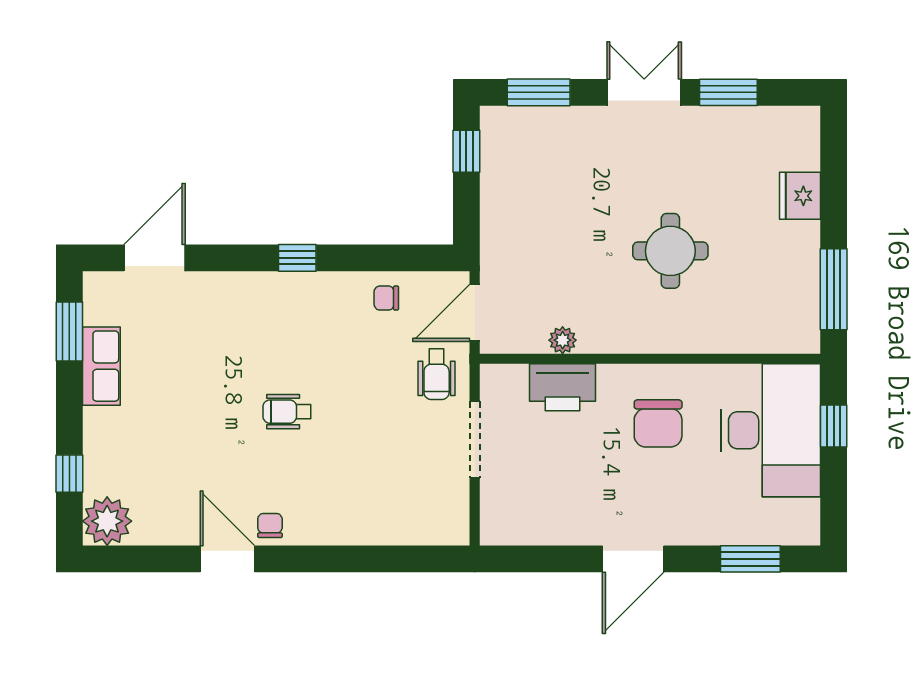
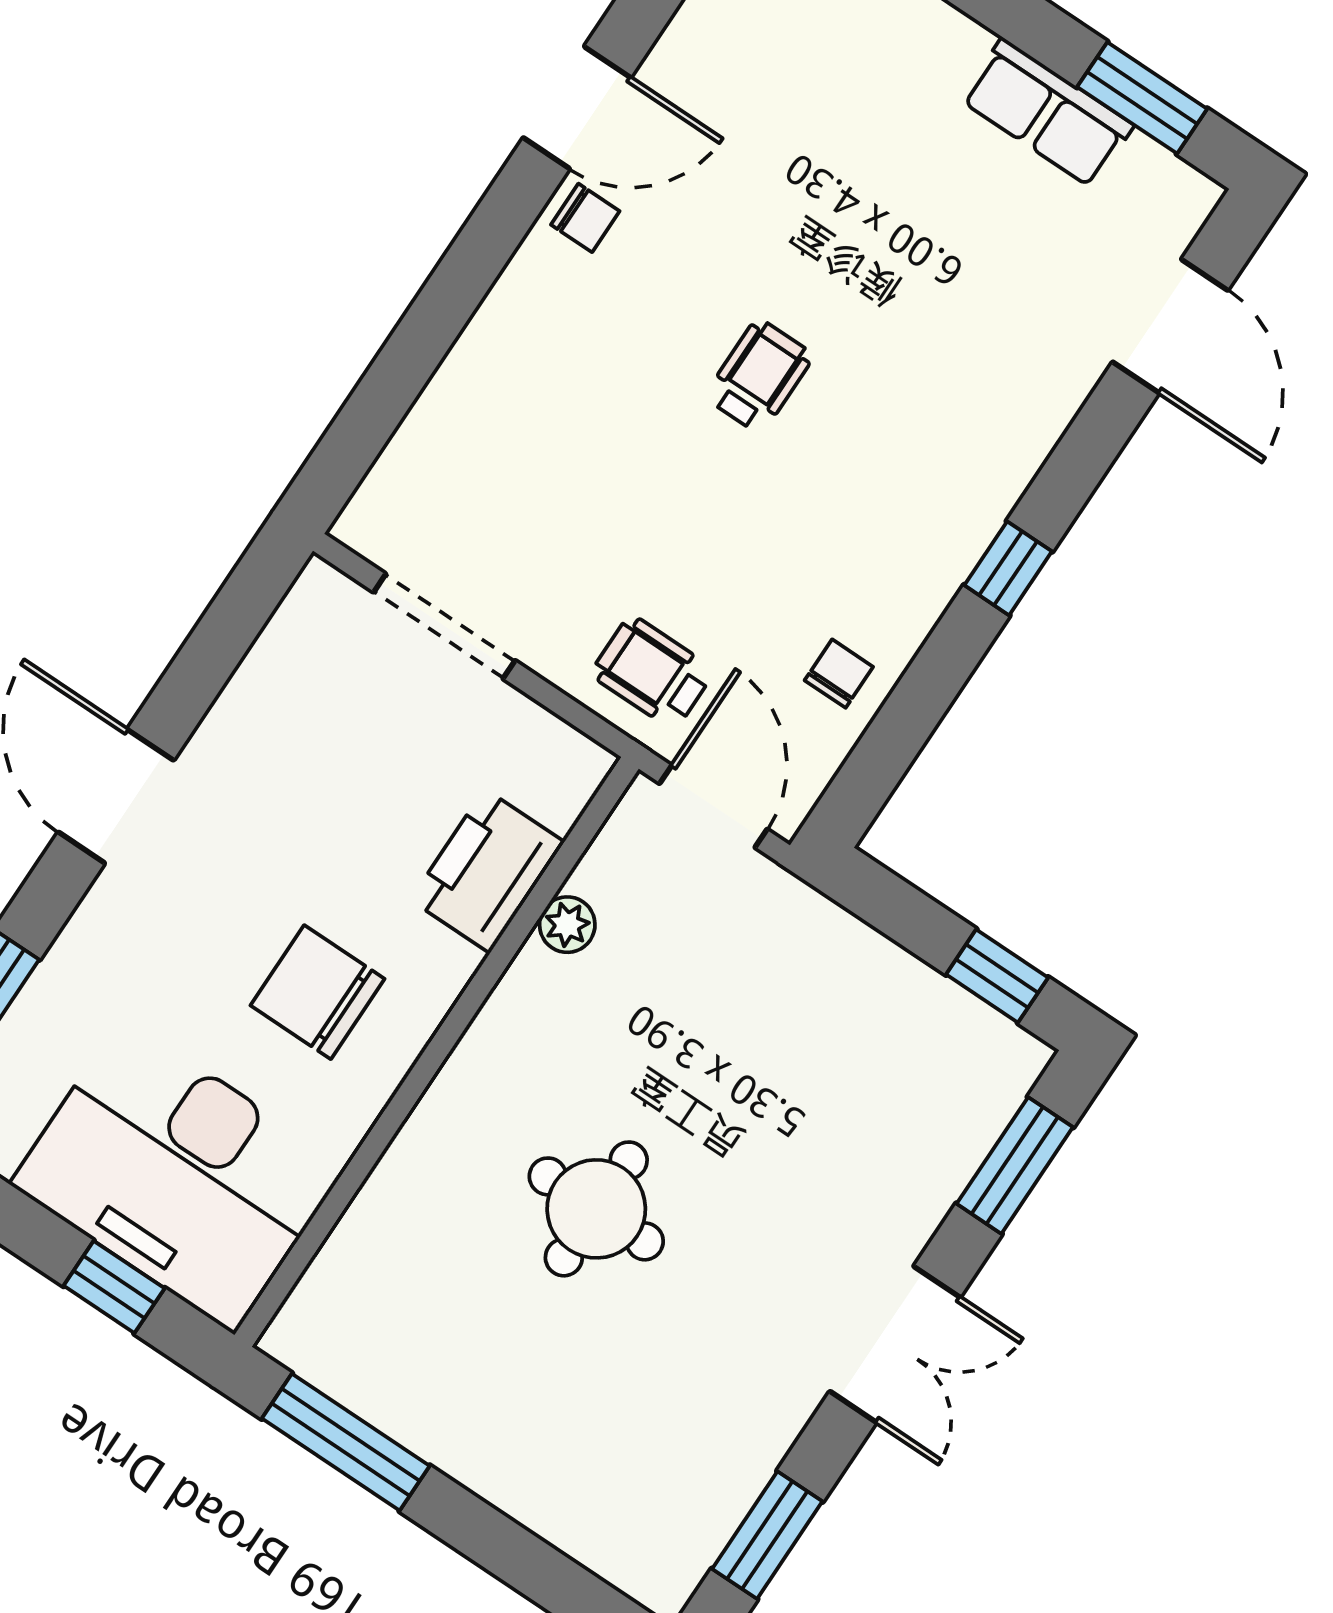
window: (728, 92) -> (767, 1535), moved
fridge: (800, 196) -> (542, 1491), removed
doorway: (475, 440) -> (444, 626), moved

